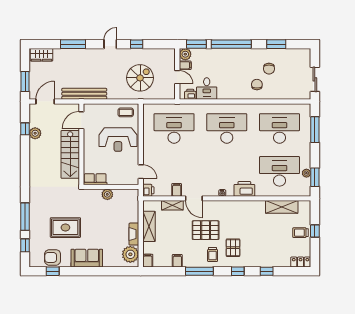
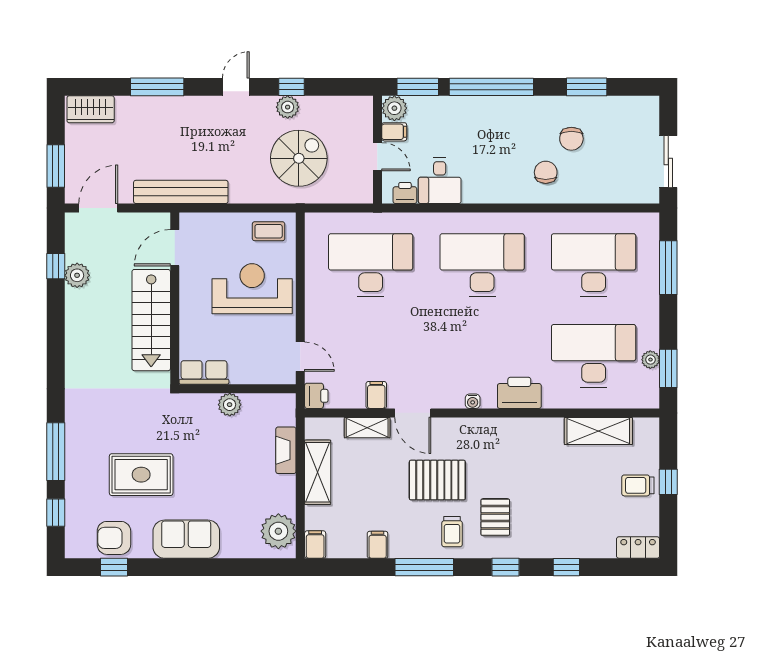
plant: (135, 54) -> (288, 107), added
reception desk: (118, 140) -> (252, 289), turned 180
fireplace: (134, 234) -> (286, 450), moved

